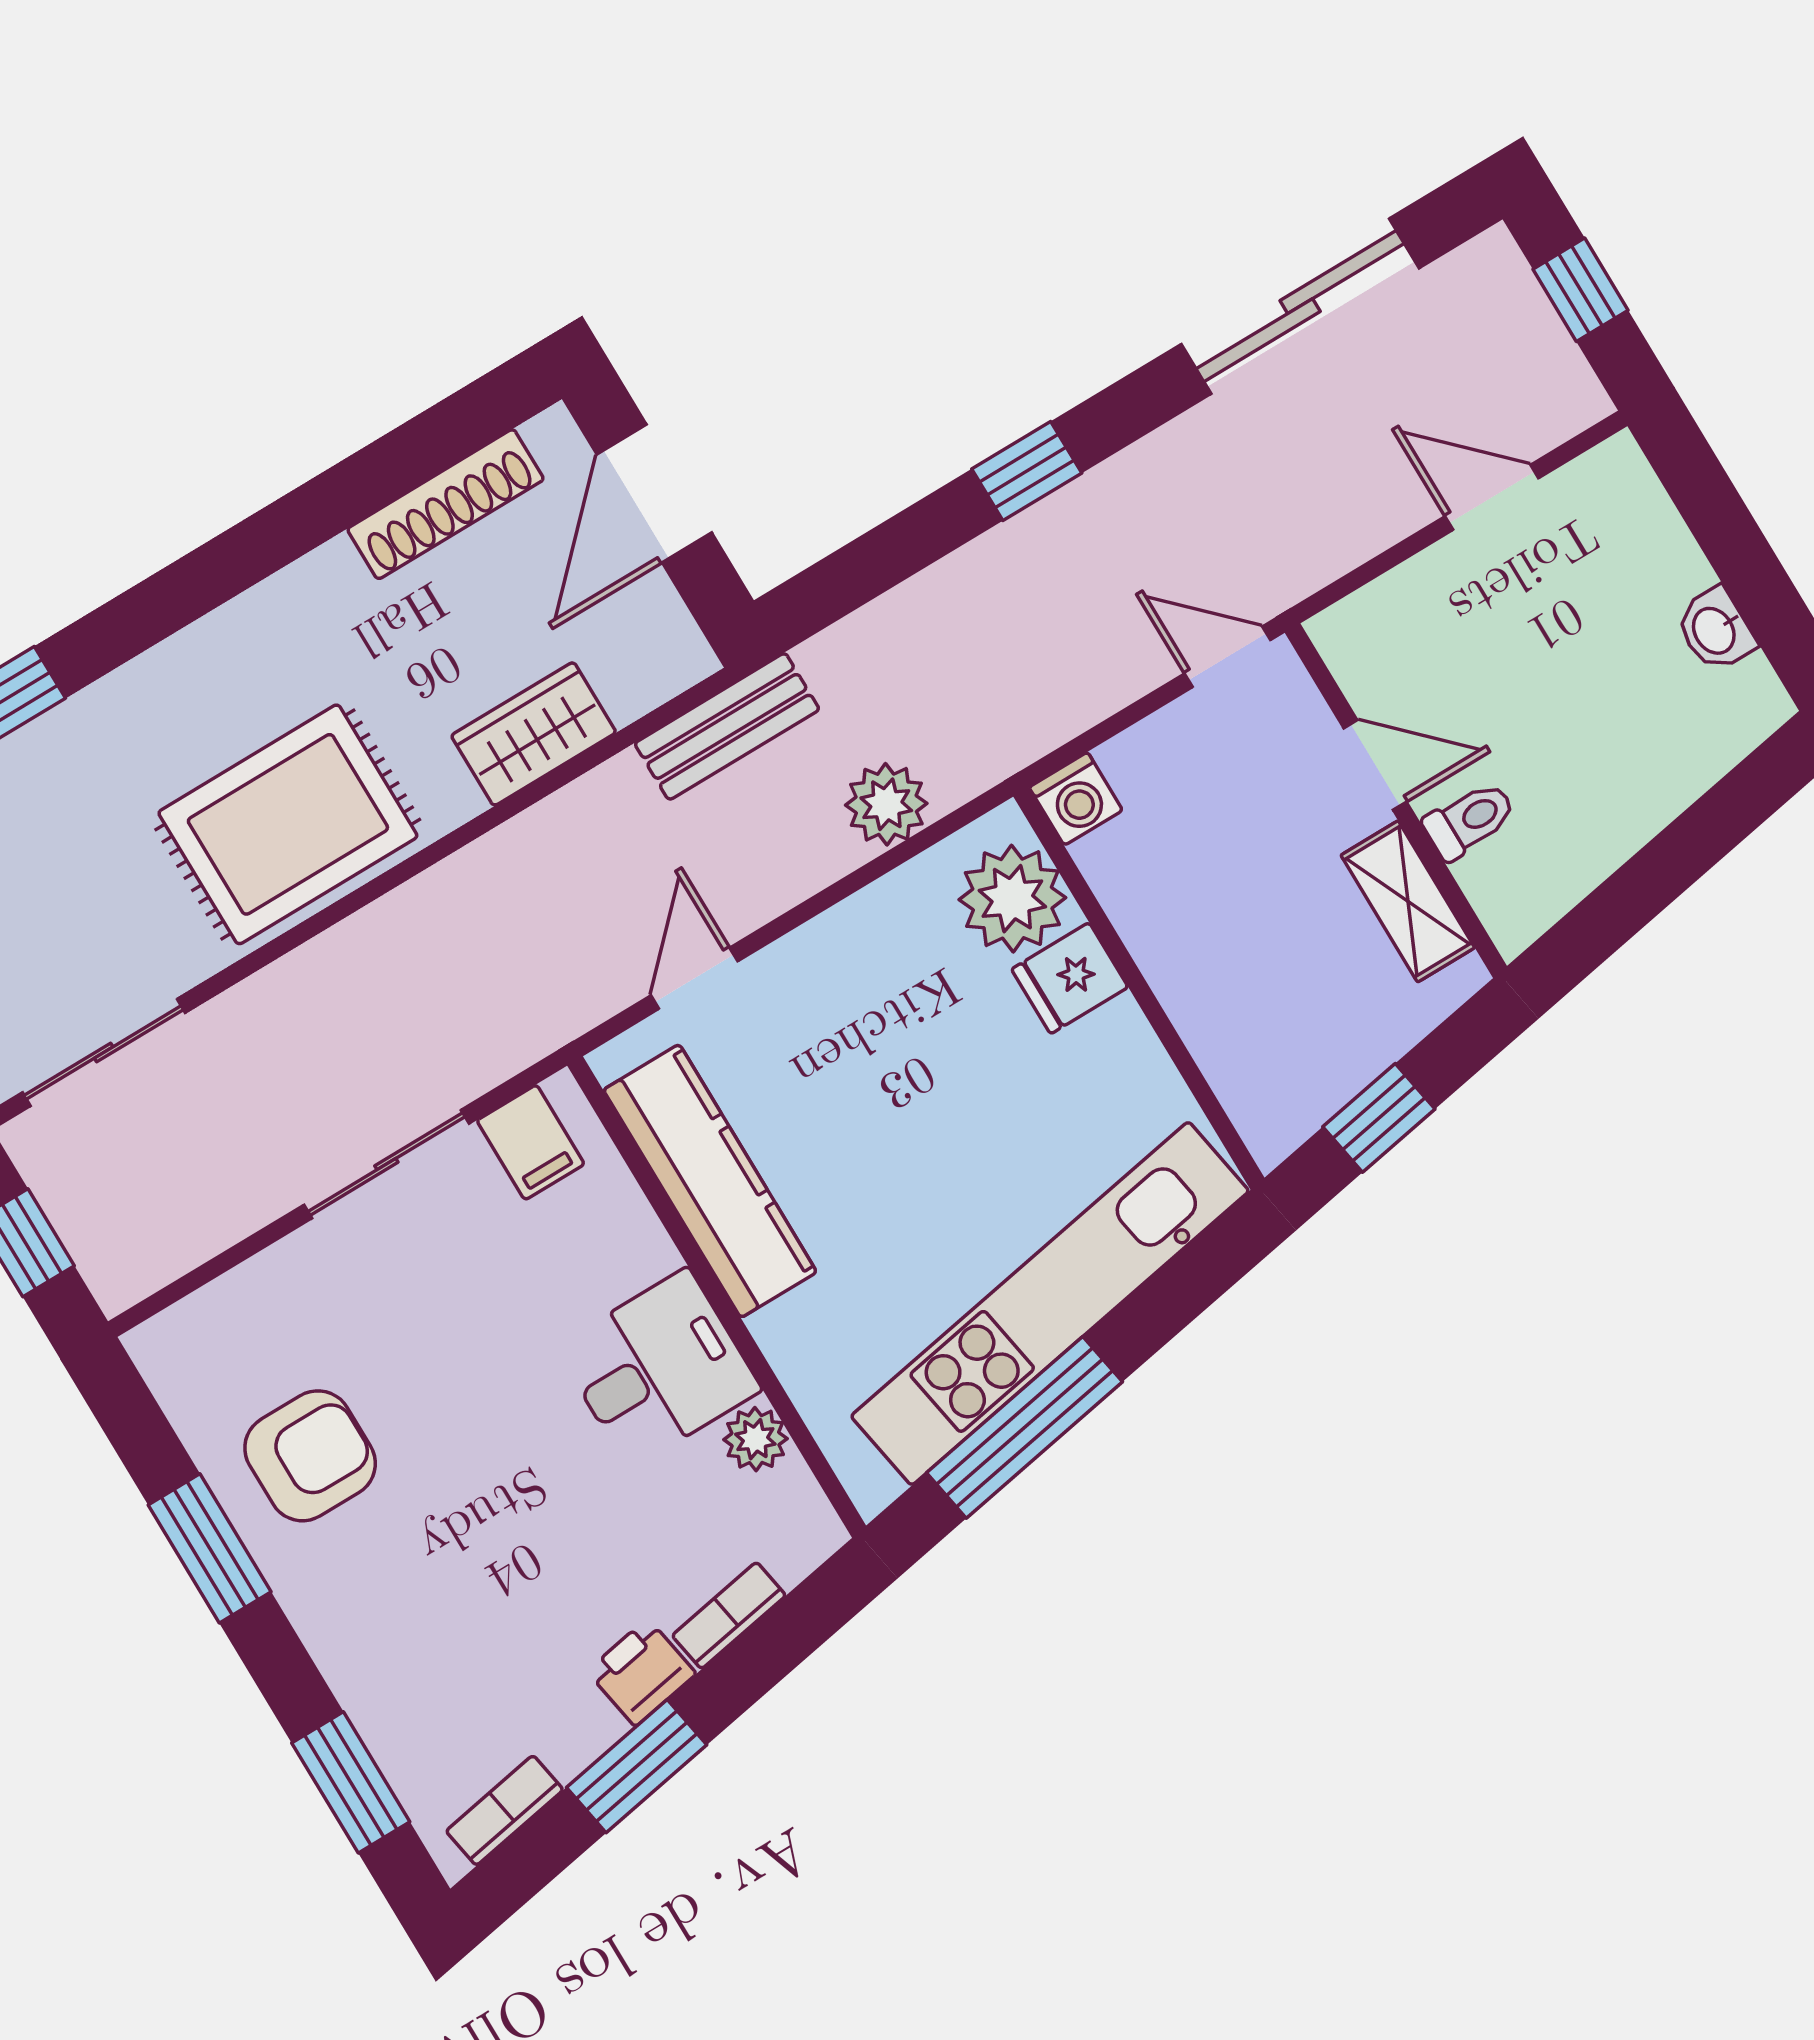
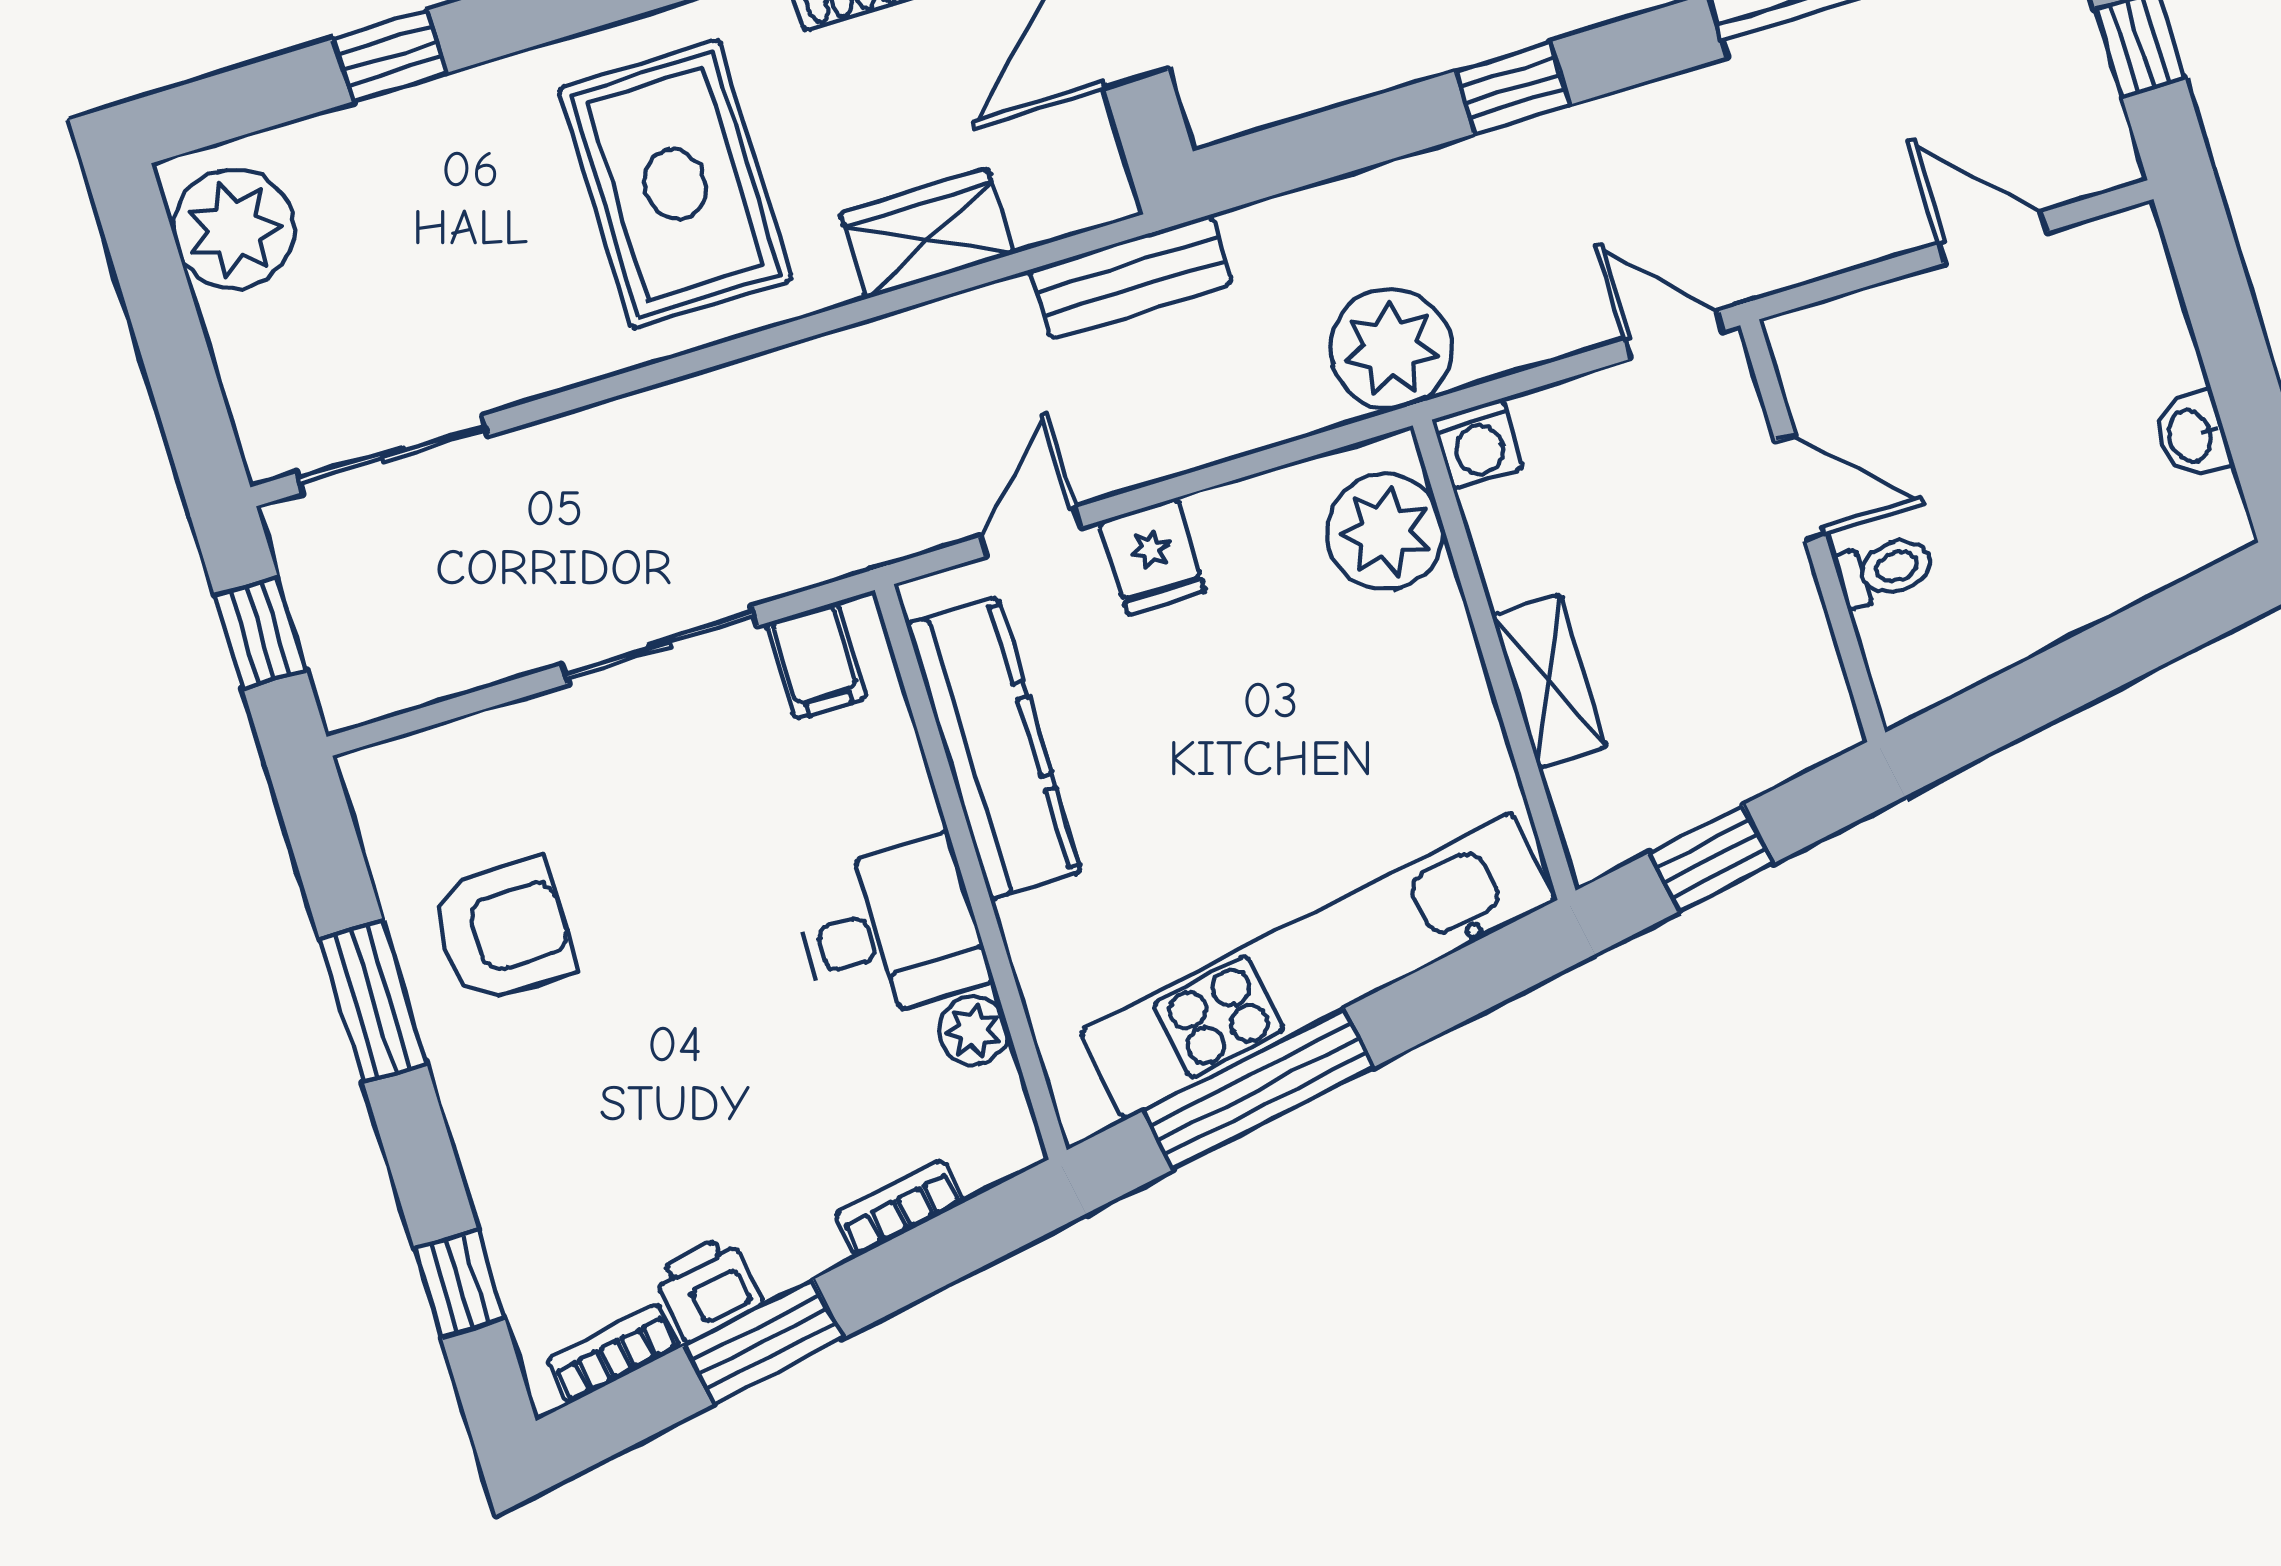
plant: (886, 804) -> (1391, 349), moved, width x1.36, depth x1.36
rug: (288, 824) -> (675, 184), moved, turned 90
shelving: (1408, 901) -> (1549, 681), moved
fridge: (1070, 978) -> (1152, 556), moved, turned -90
printer: (641, 1672) -> (708, 1288), moved
window: (351, 1782) -> (460, 1284), width x0.67

